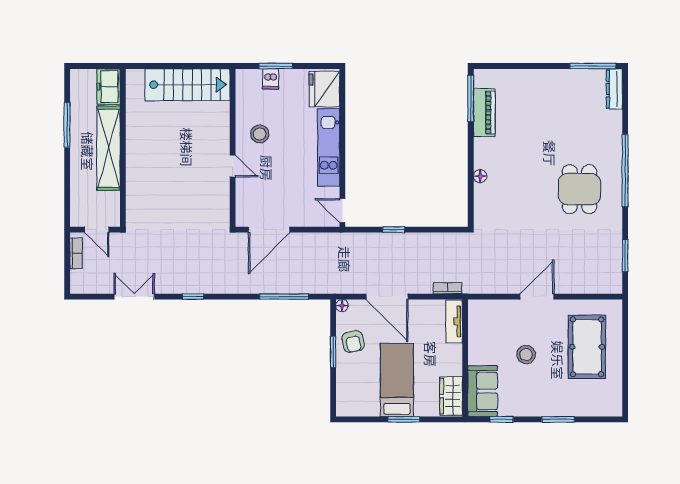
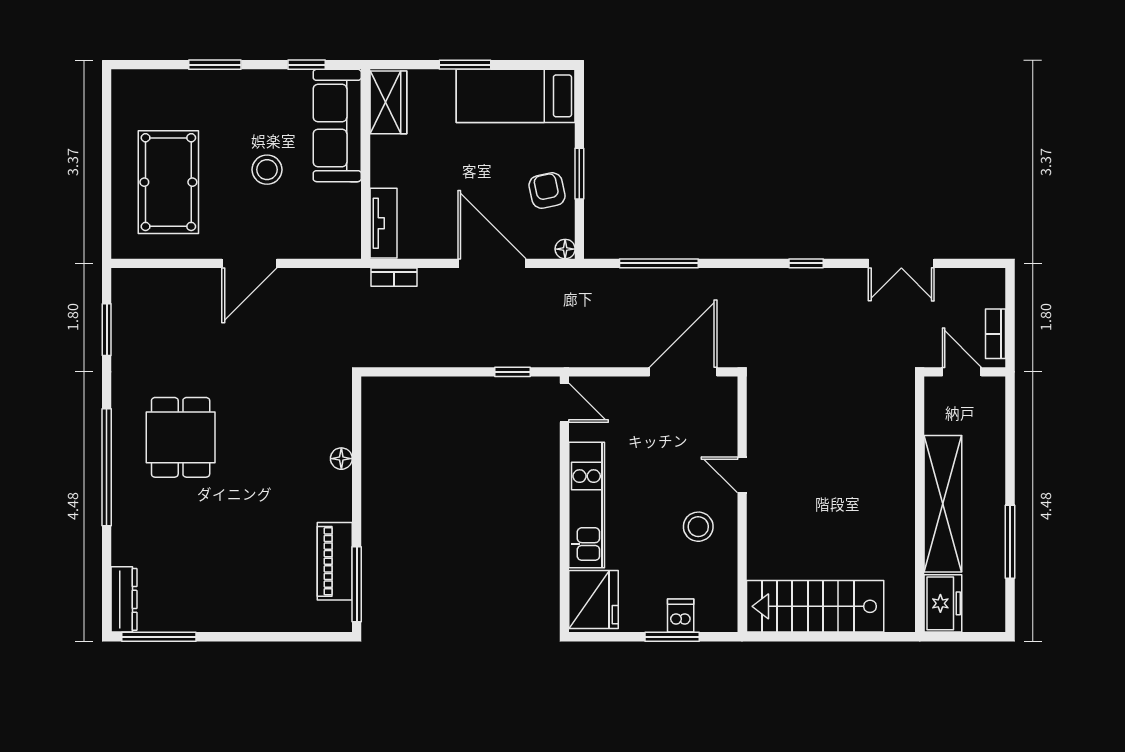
window: (394, 230) -> (513, 372), moved
bed: (397, 380) -> (516, 96), moved, turned 90
sofa: (483, 391) -> (337, 125), width x1.36

